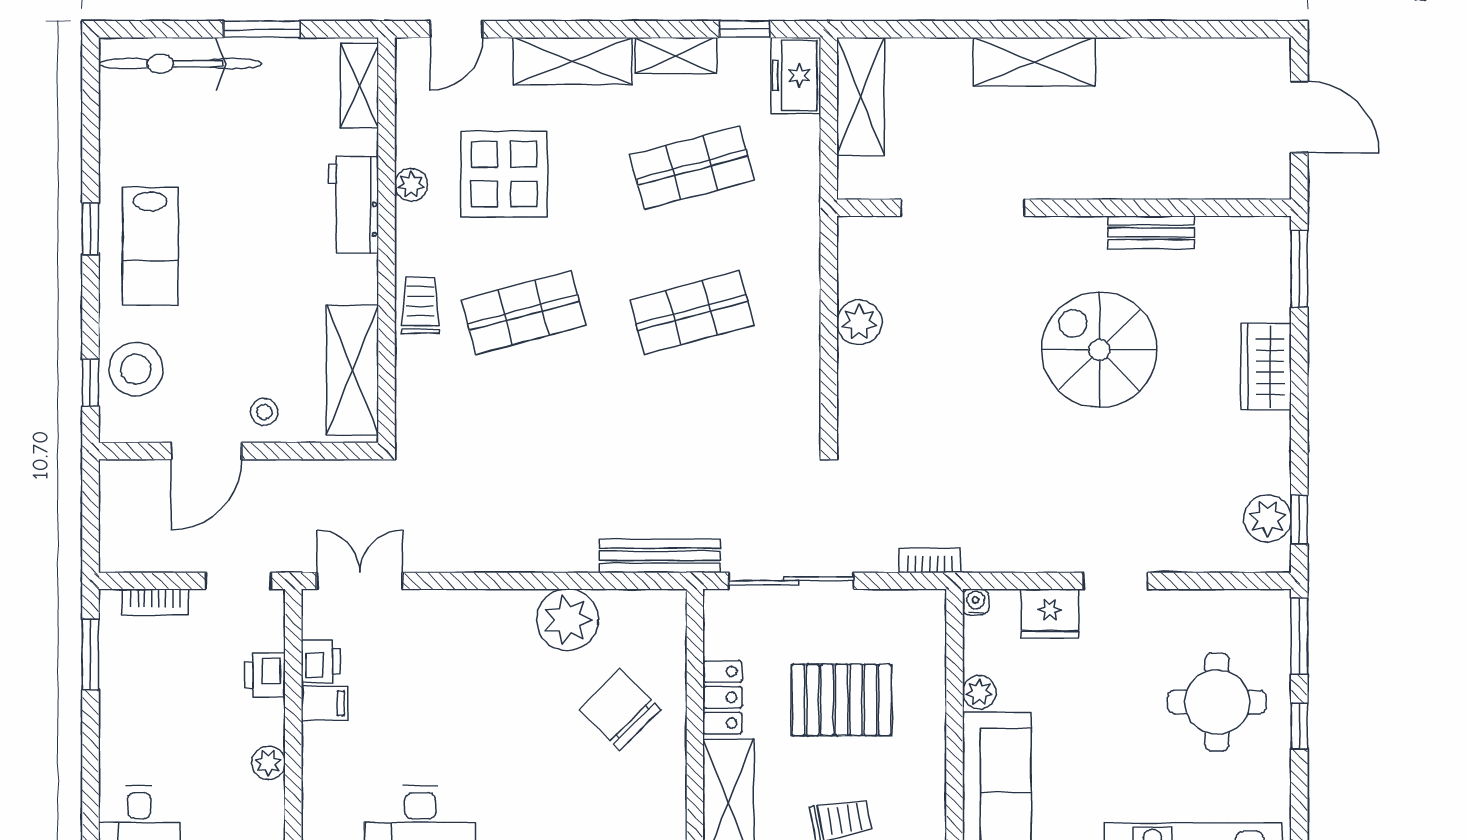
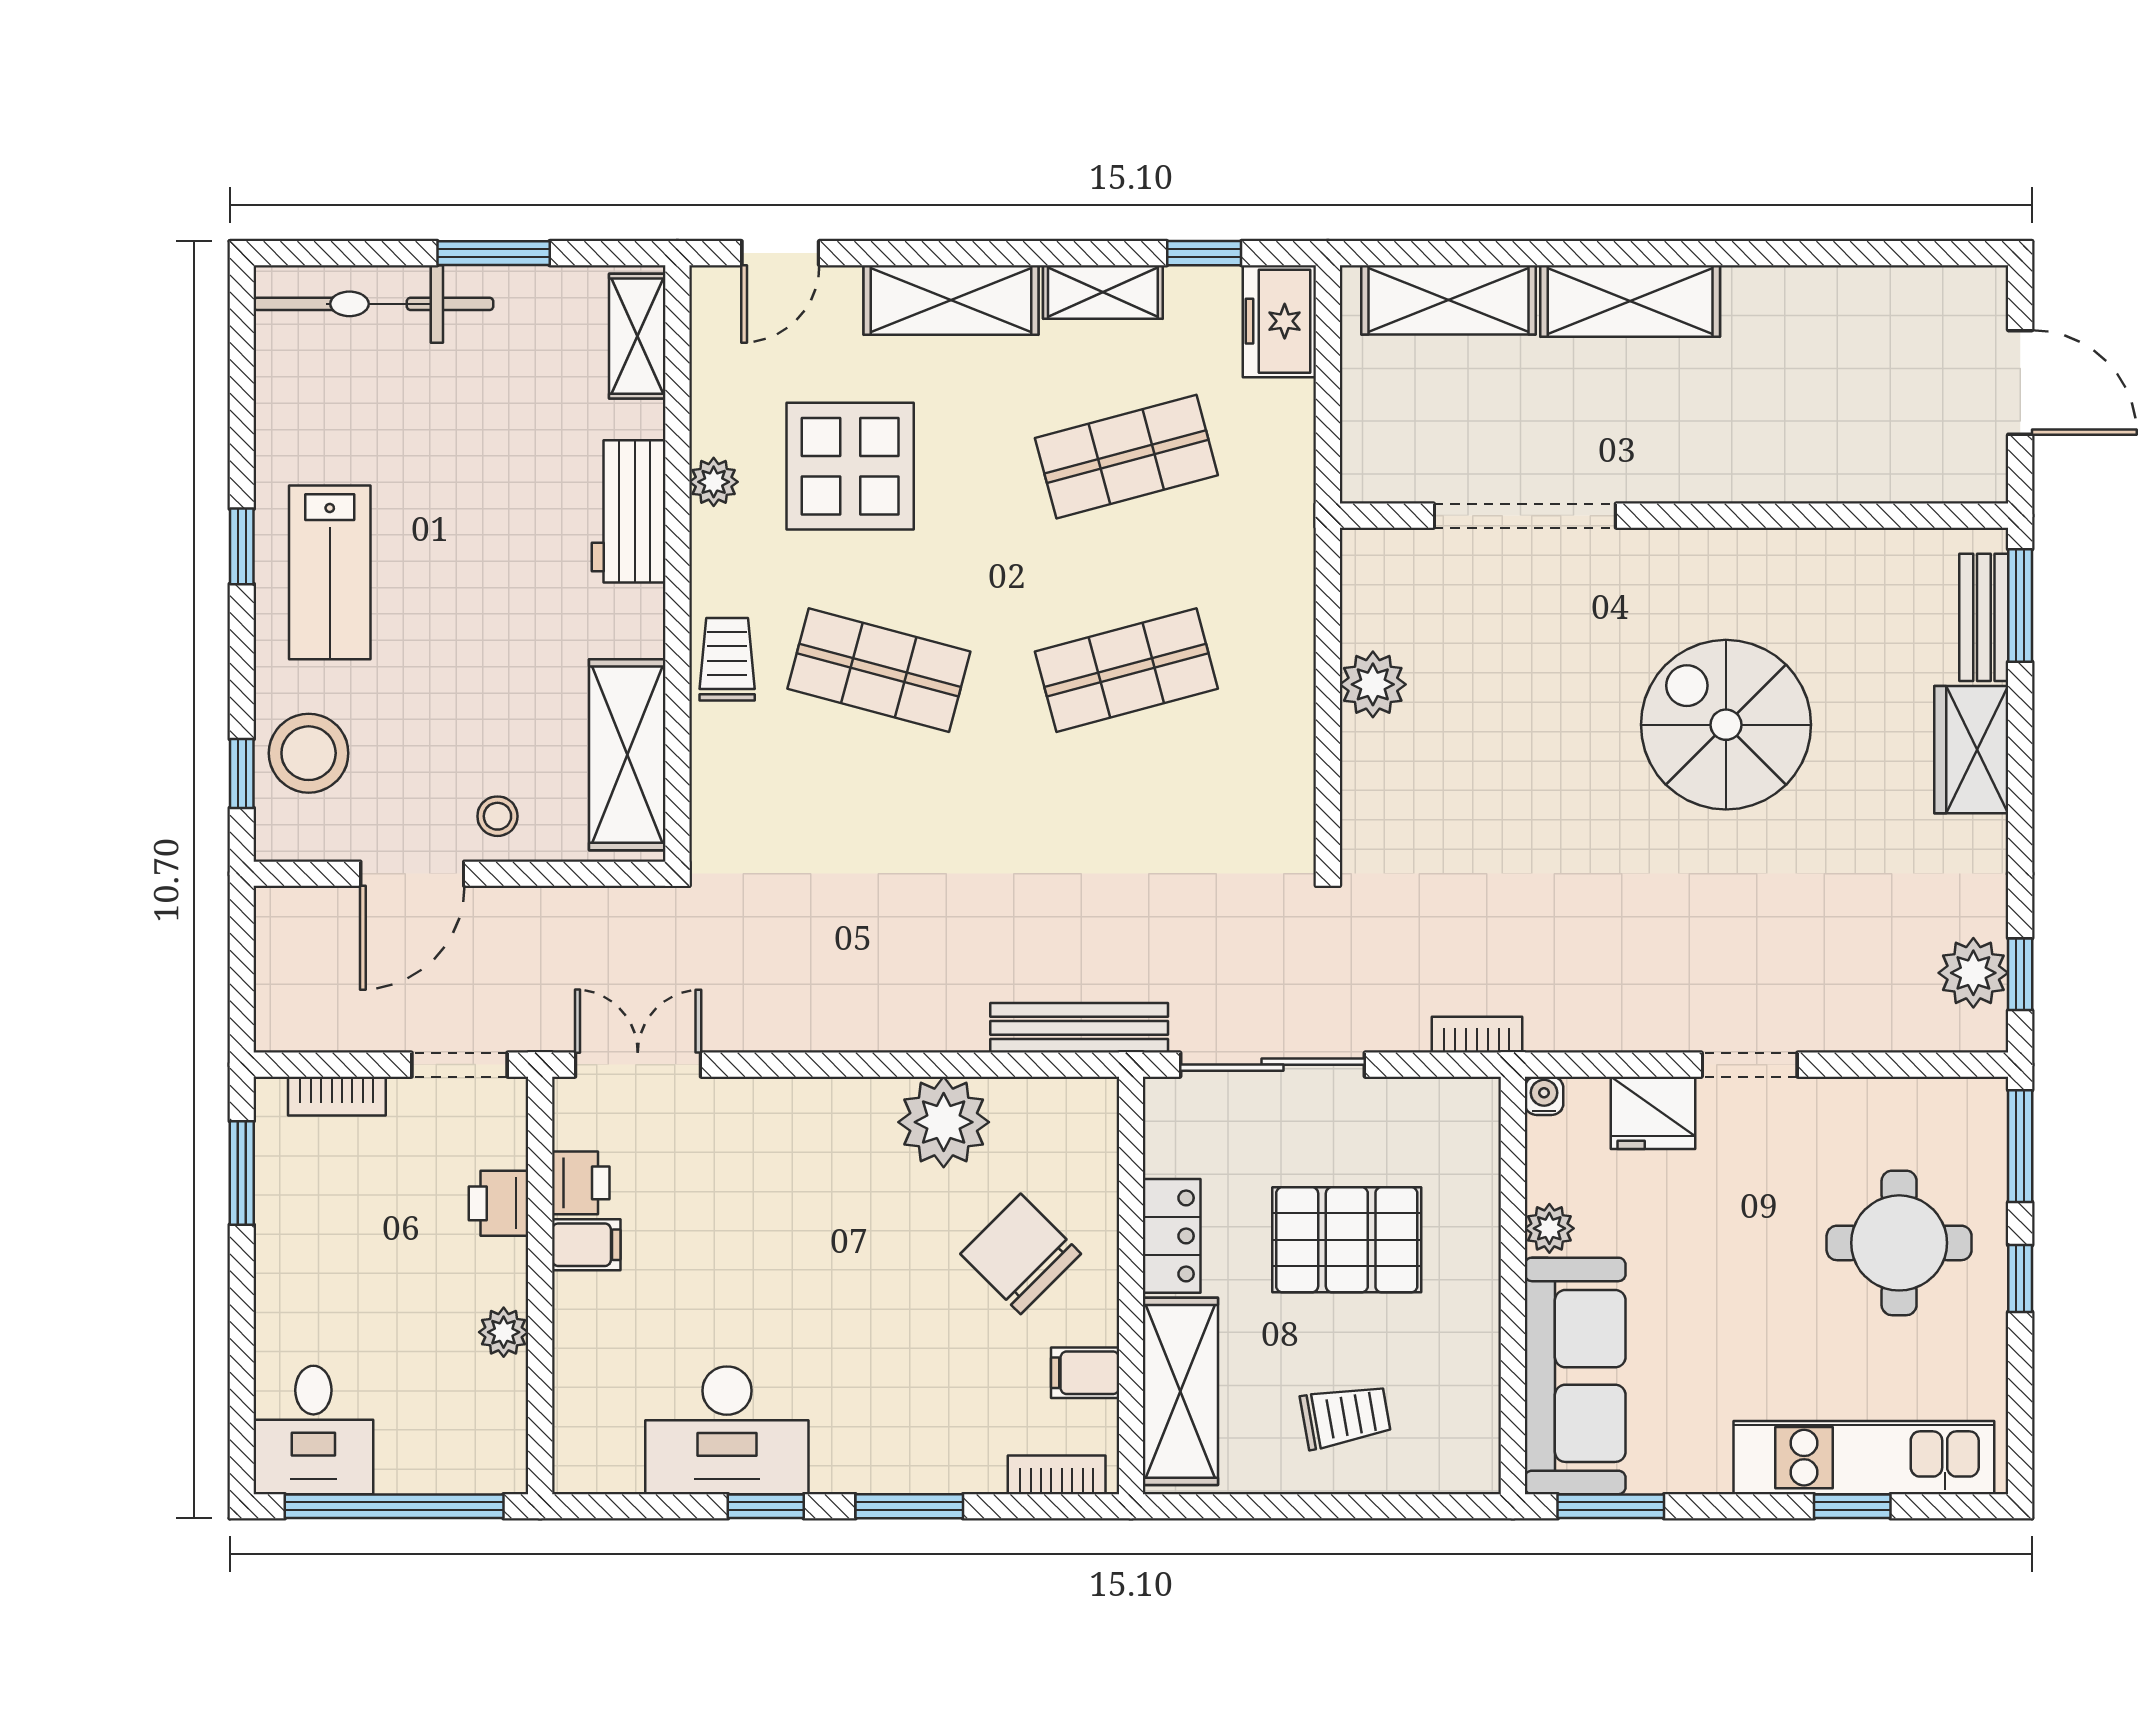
shelving: (861, 97) -> (1448, 300), moved, turned 90
bench: (1151, 232) -> (1984, 617), moved, turned 90
shop shelf: (524, 313) -> (879, 670), turned 30
filing cabinet: (664, 790) -> (1085, 1373), added

